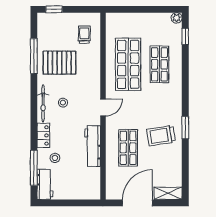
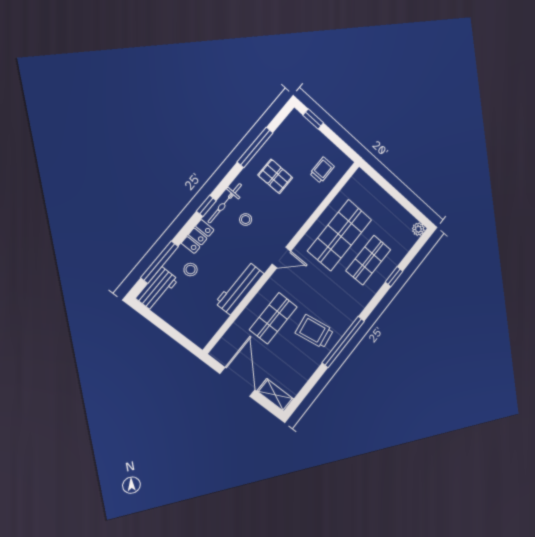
window: (185, 36) -> (394, 277), moved
pallet: (59, 63) -> (275, 176), width x0.67, depth x0.71
window: (34, 114) -> (206, 206), added
window: (185, 128) -> (343, 342), width x2.11
door: (137, 203) -> (238, 382), hinge flipped

